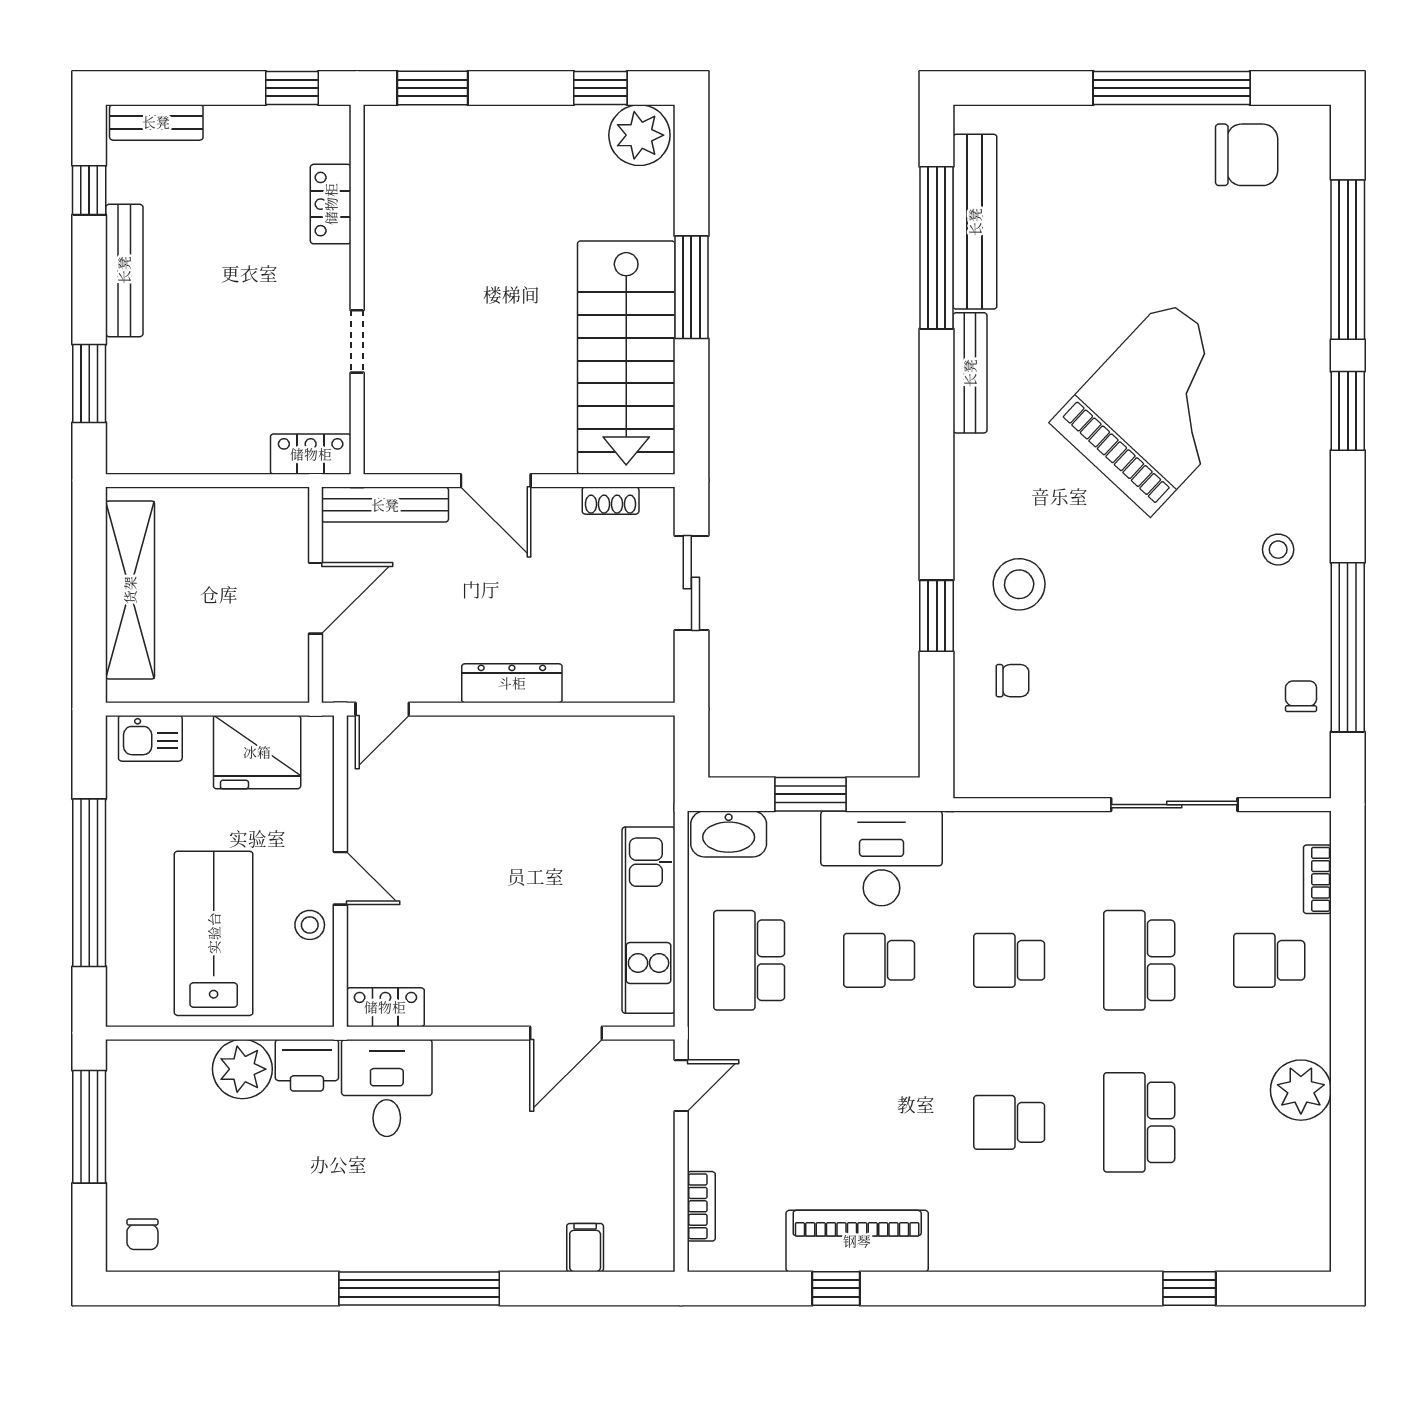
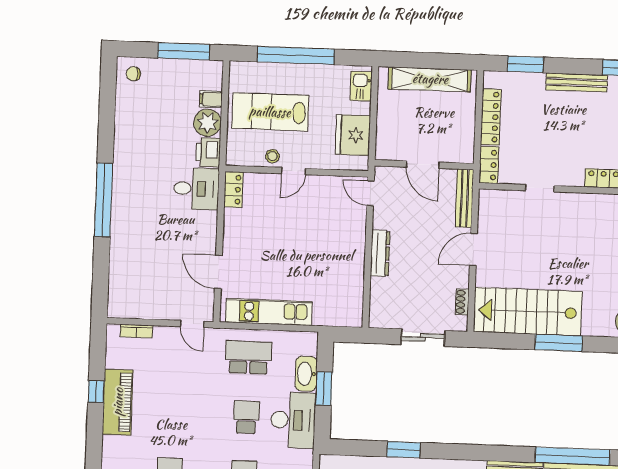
locker: (206, 454) -> (491, 117), added
washbasin: (729, 834) -> (306, 374), moved
lab bench: (214, 933) -> (270, 112), turned 180
filing cabinet: (585, 1248) -> (211, 99), moved, turned 180

